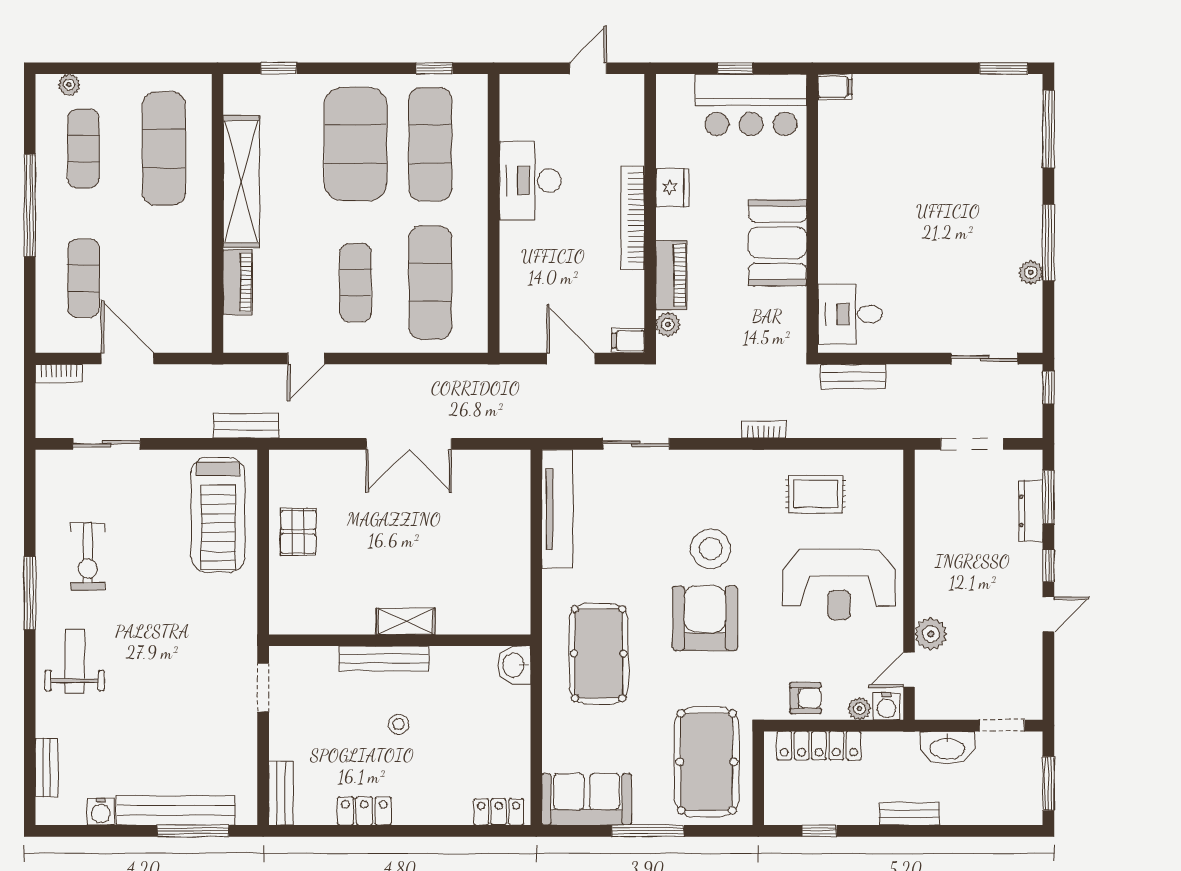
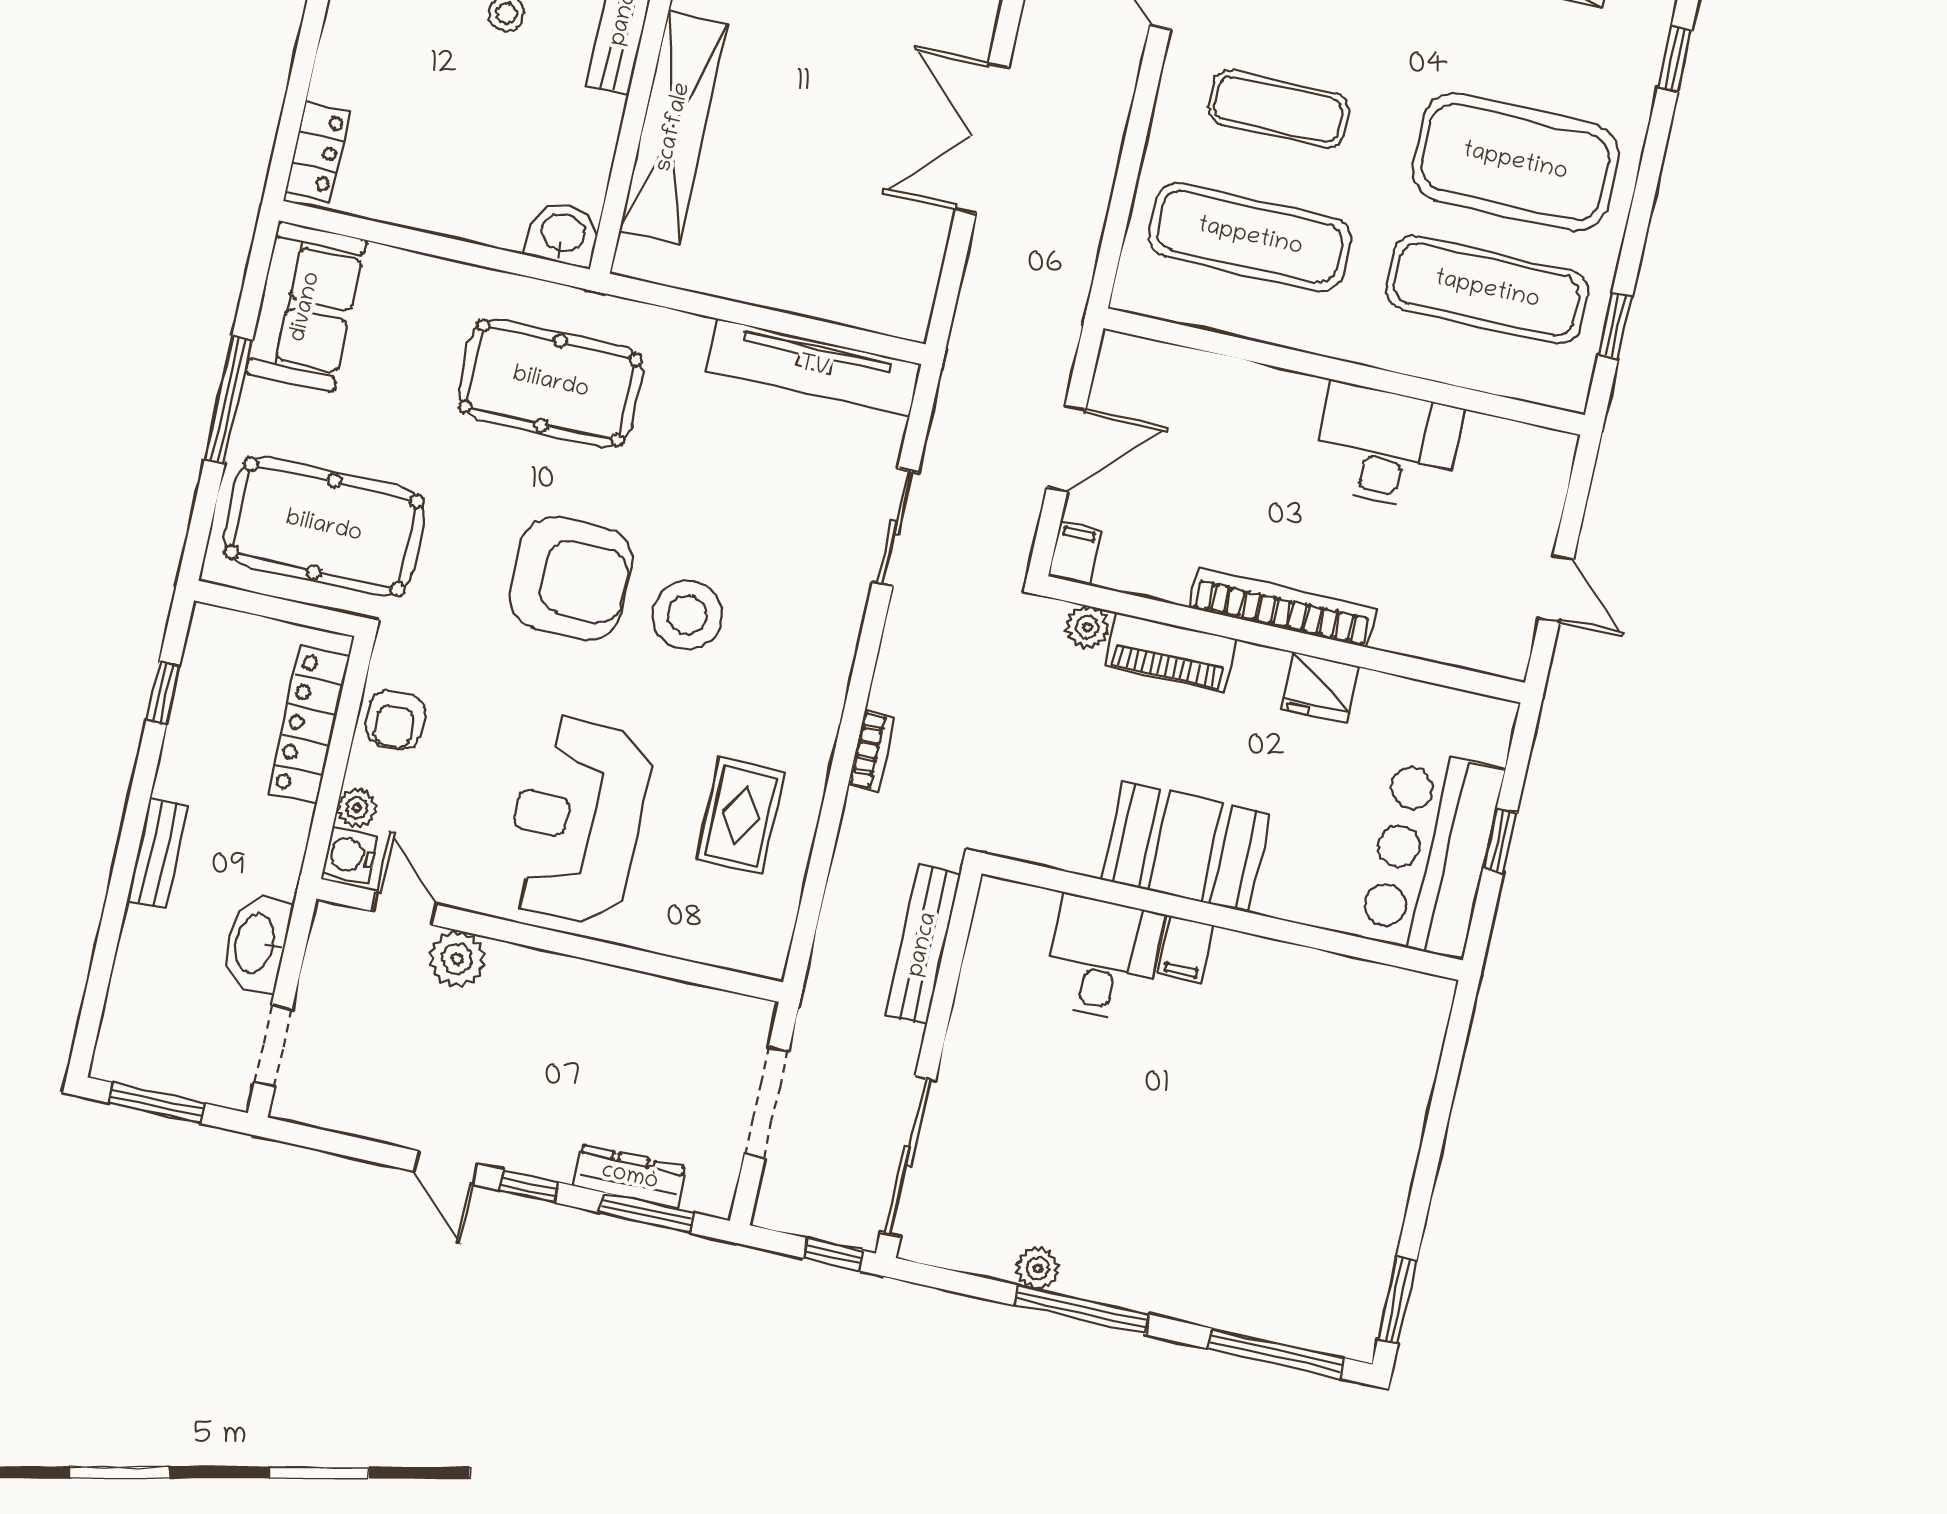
filing cabinet: (835, 87) -> (1186, 950), moved
desk: (850, 314) -> (1103, 958), moved
sliding door: (985, 358) -> (908, 1156), width x1.37
bench: (853, 377) -> (923, 945), width x1.36
shelving: (406, 621) -> (674, 127), width x2.20, depth x1.33

